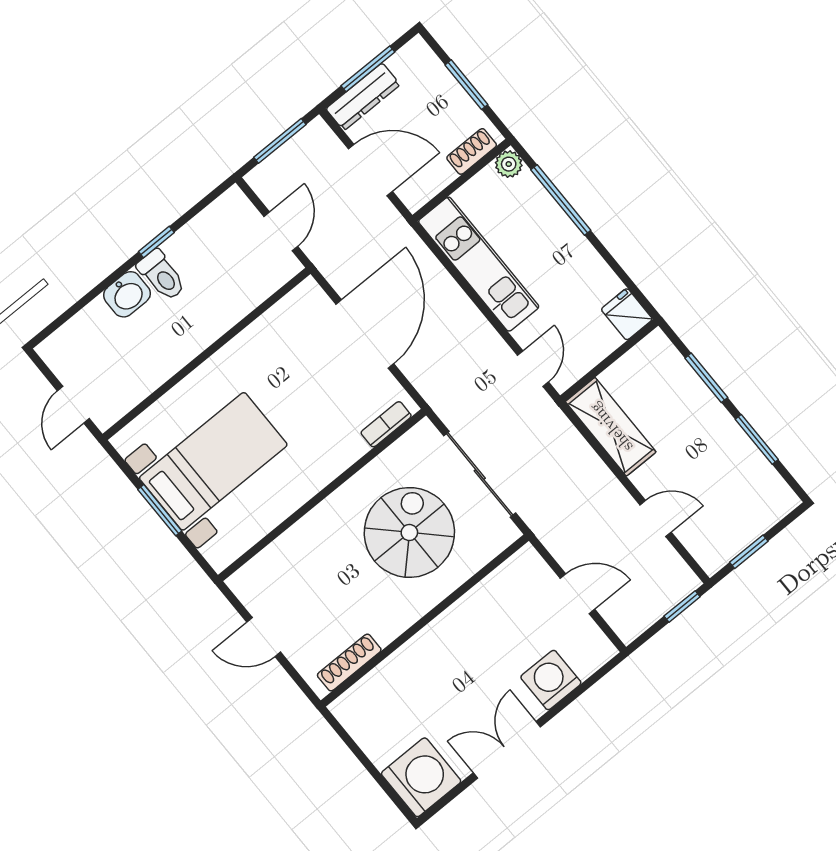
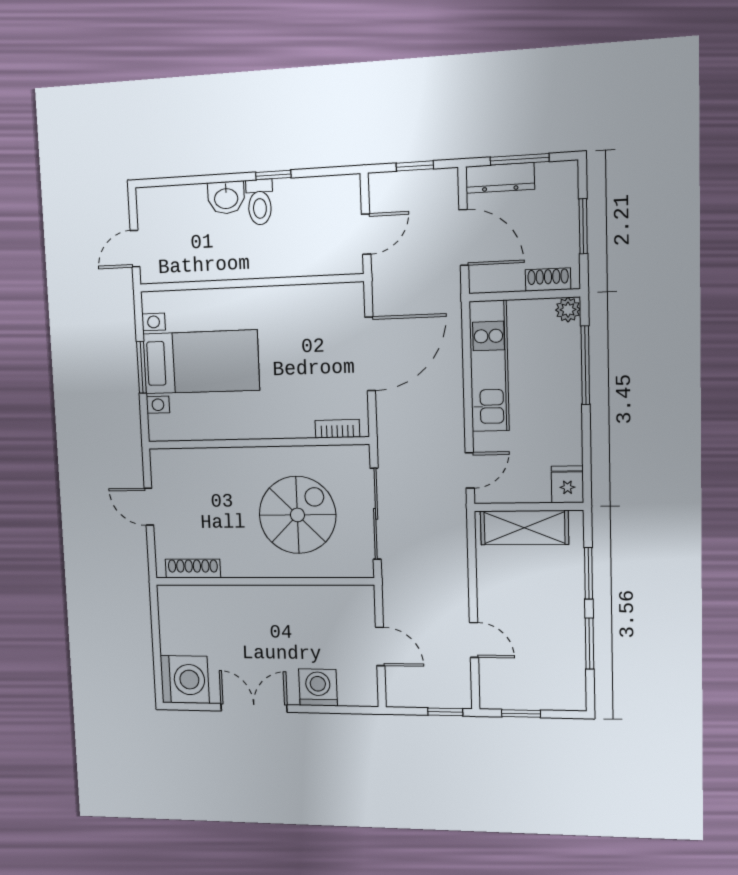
window: (280, 141) -> (415, 166), width x0.67
shelving: (611, 427) -> (524, 528), moved, turned 90

